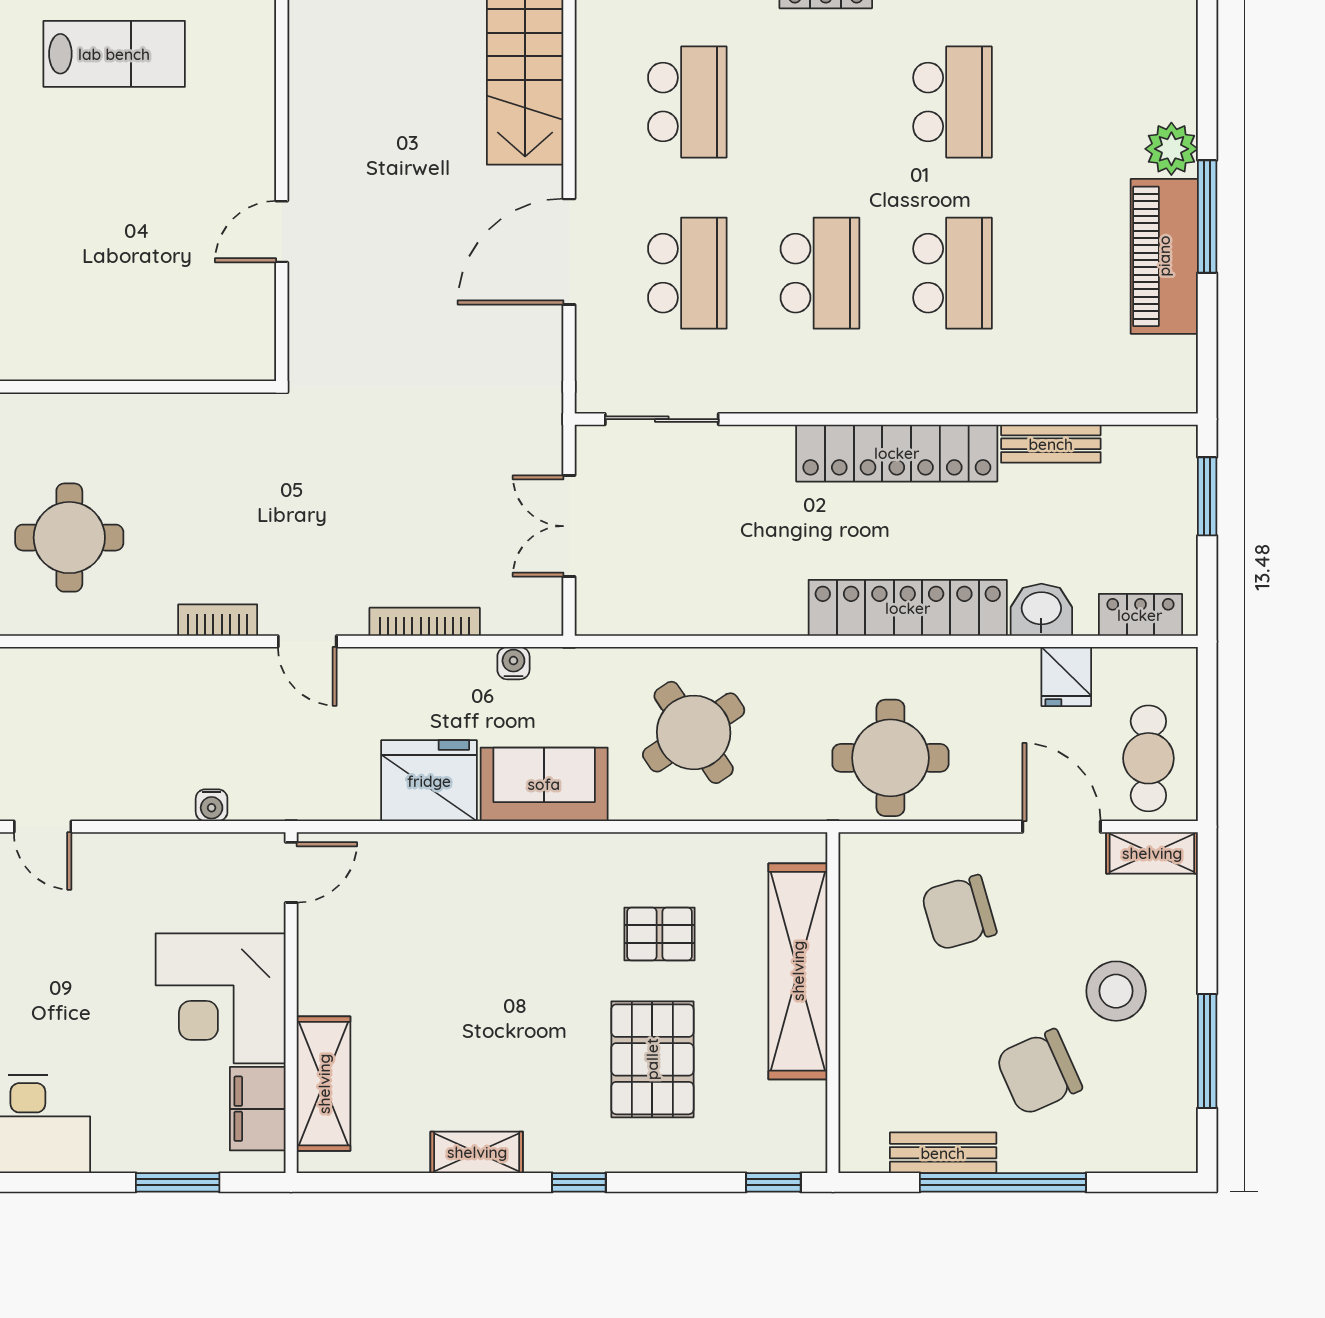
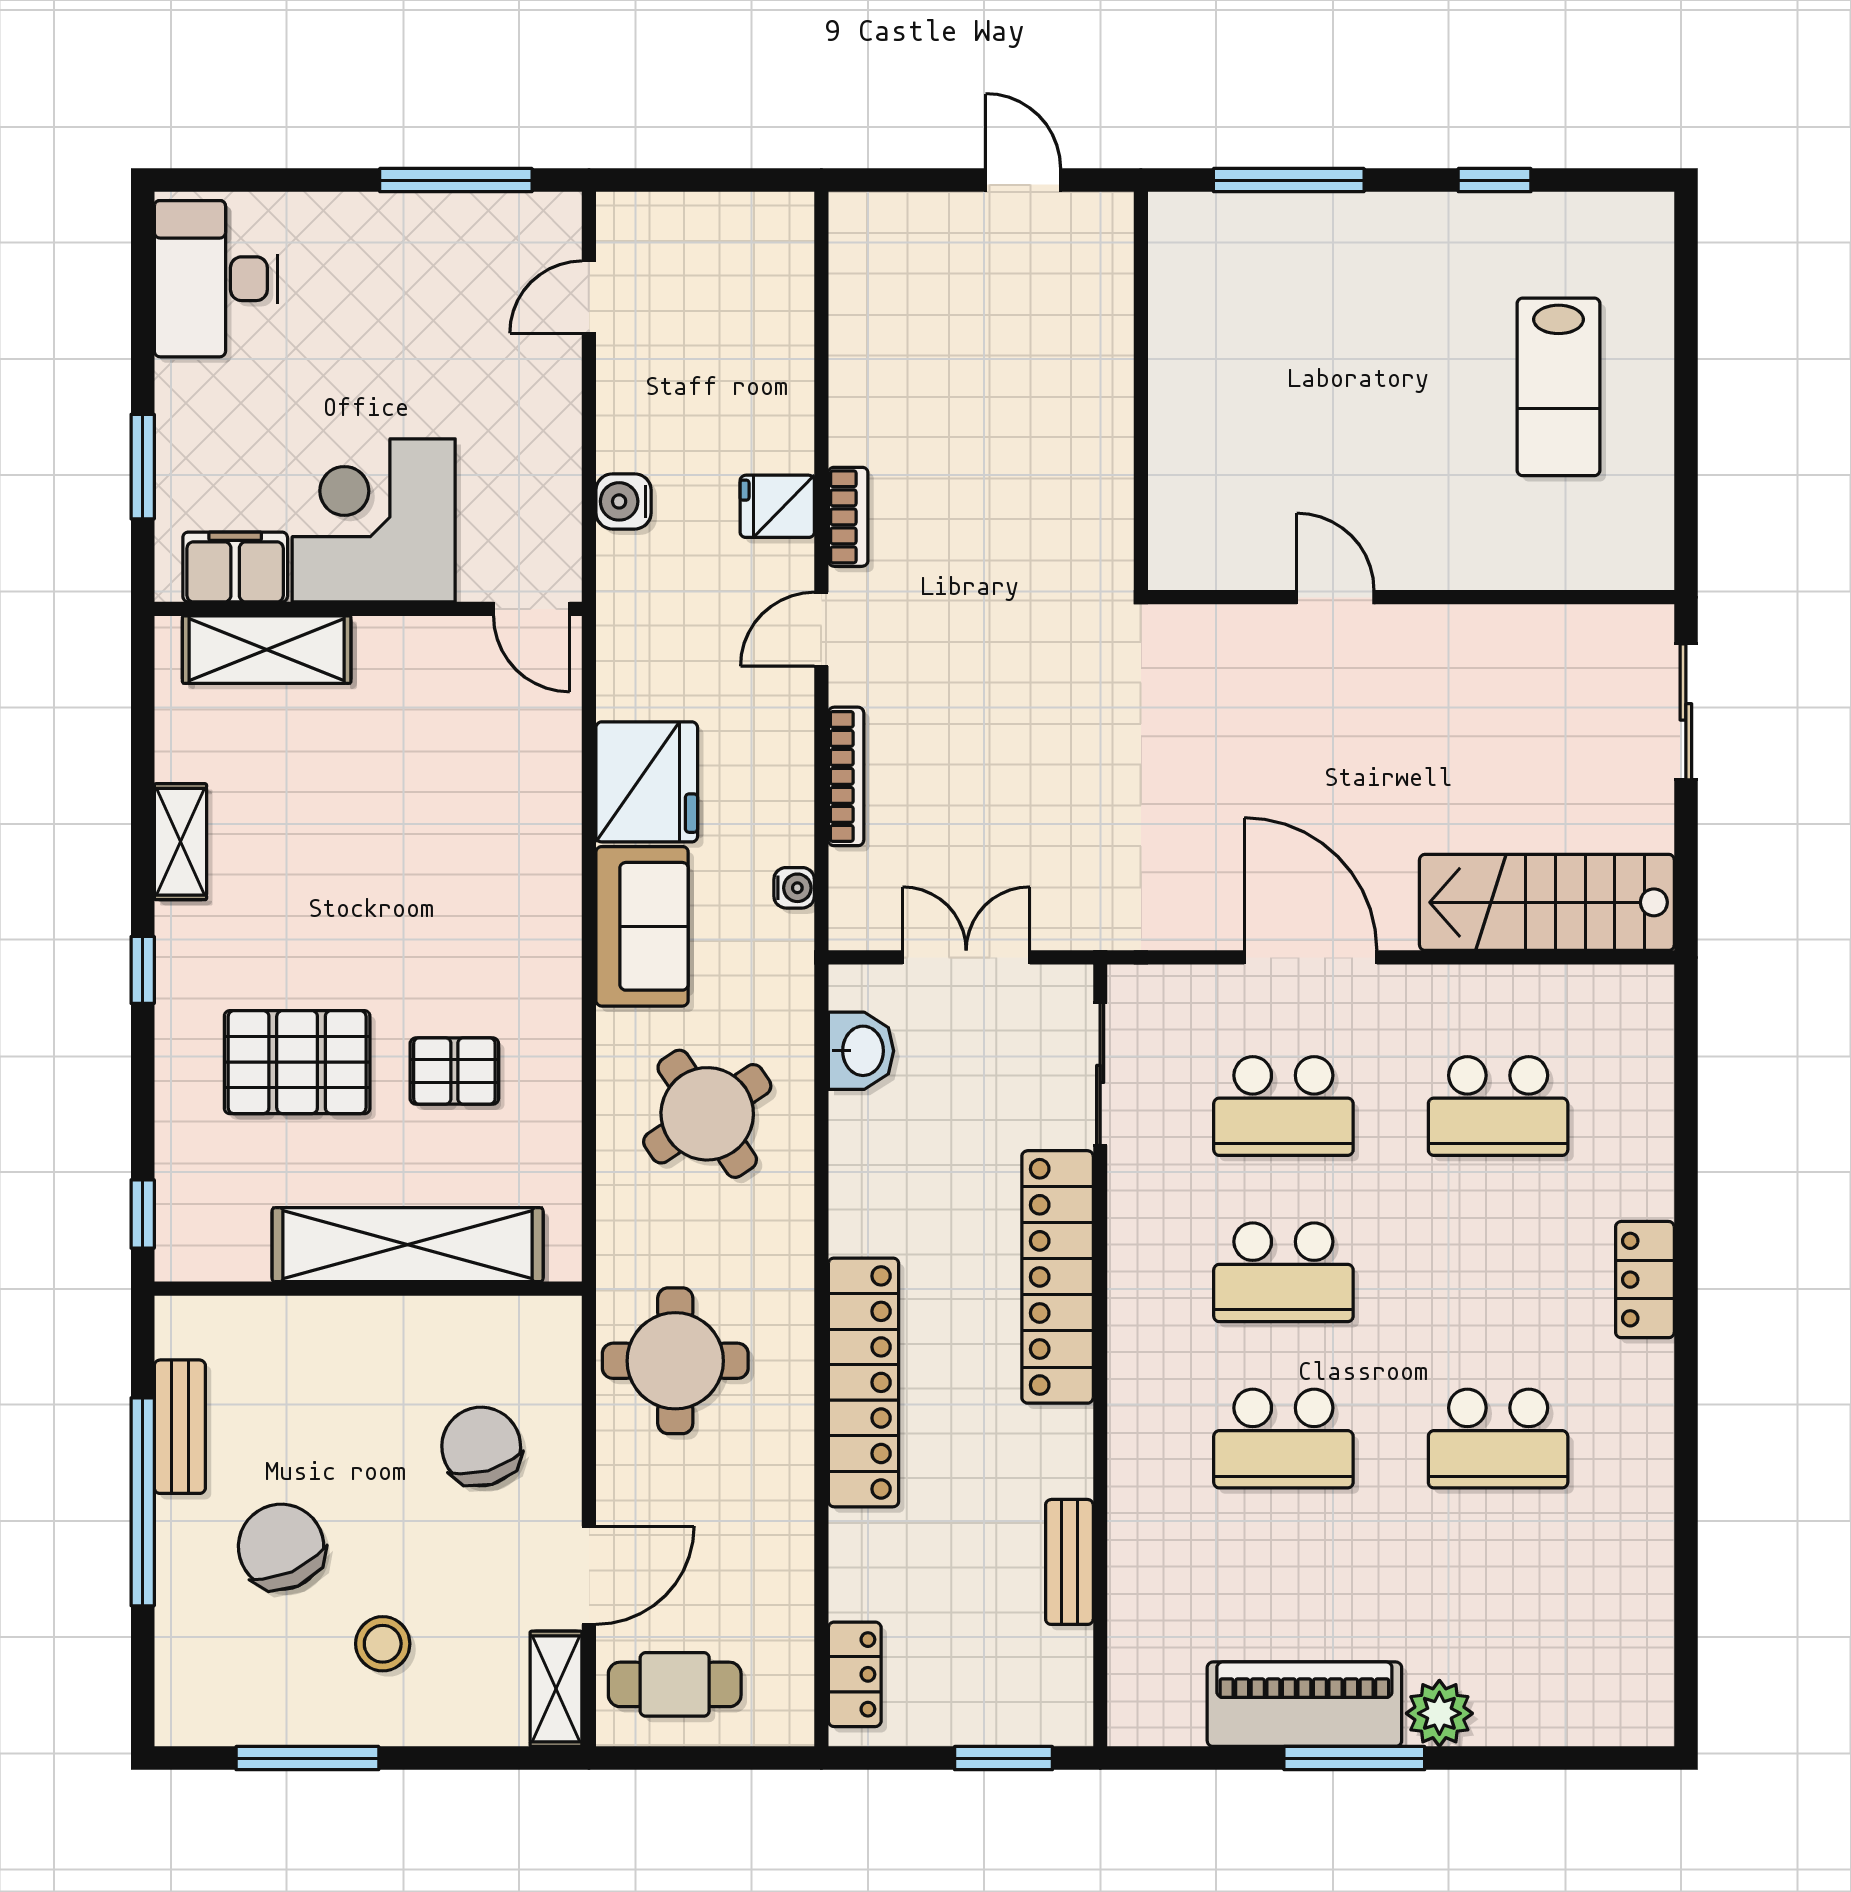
locker: (897, 453) -> (1058, 1277), moved
round table: (69, 538) -> (952, 331), removed
washbasin: (1041, 610) -> (861, 1051), moved
fridge: (1066, 677) -> (777, 506), moved
water cooler: (212, 805) -> (624, 501), width x1.38, depth x1.38
pallet: (660, 934) -> (454, 1071), turned 90
stool: (1116, 991) -> (383, 1644), width x0.73, depth x0.73

